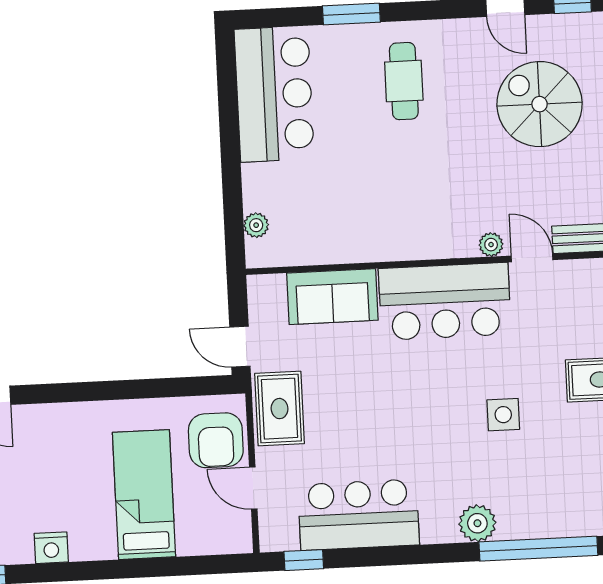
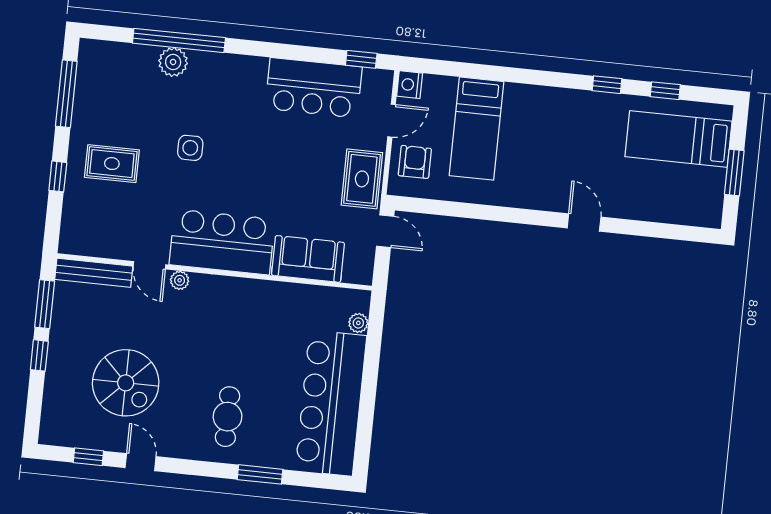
bar counter: (274, 94) -> (331, 403), width x1.36
armchair: (216, 440) -> (415, 162), width x0.72, depth x0.72
door: (253, 488) -> (392, 121), hinge flipped
plant: (477, 523) -> (173, 62), moved
nightstand: (51, 548) -> (410, 85), moved, turned -90

